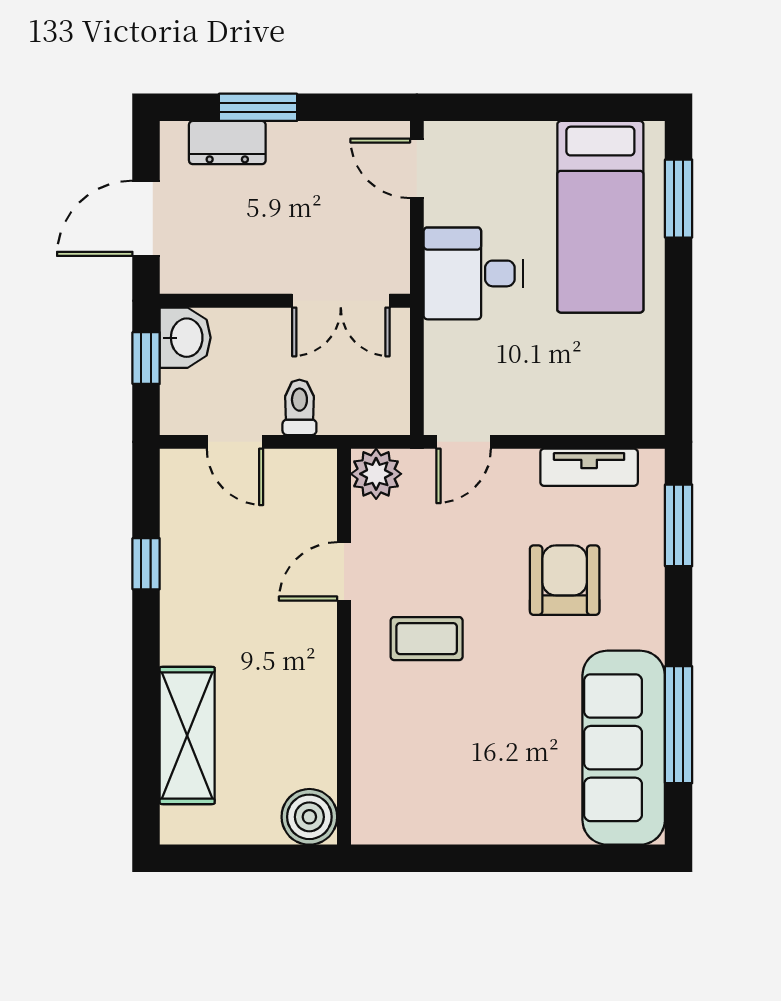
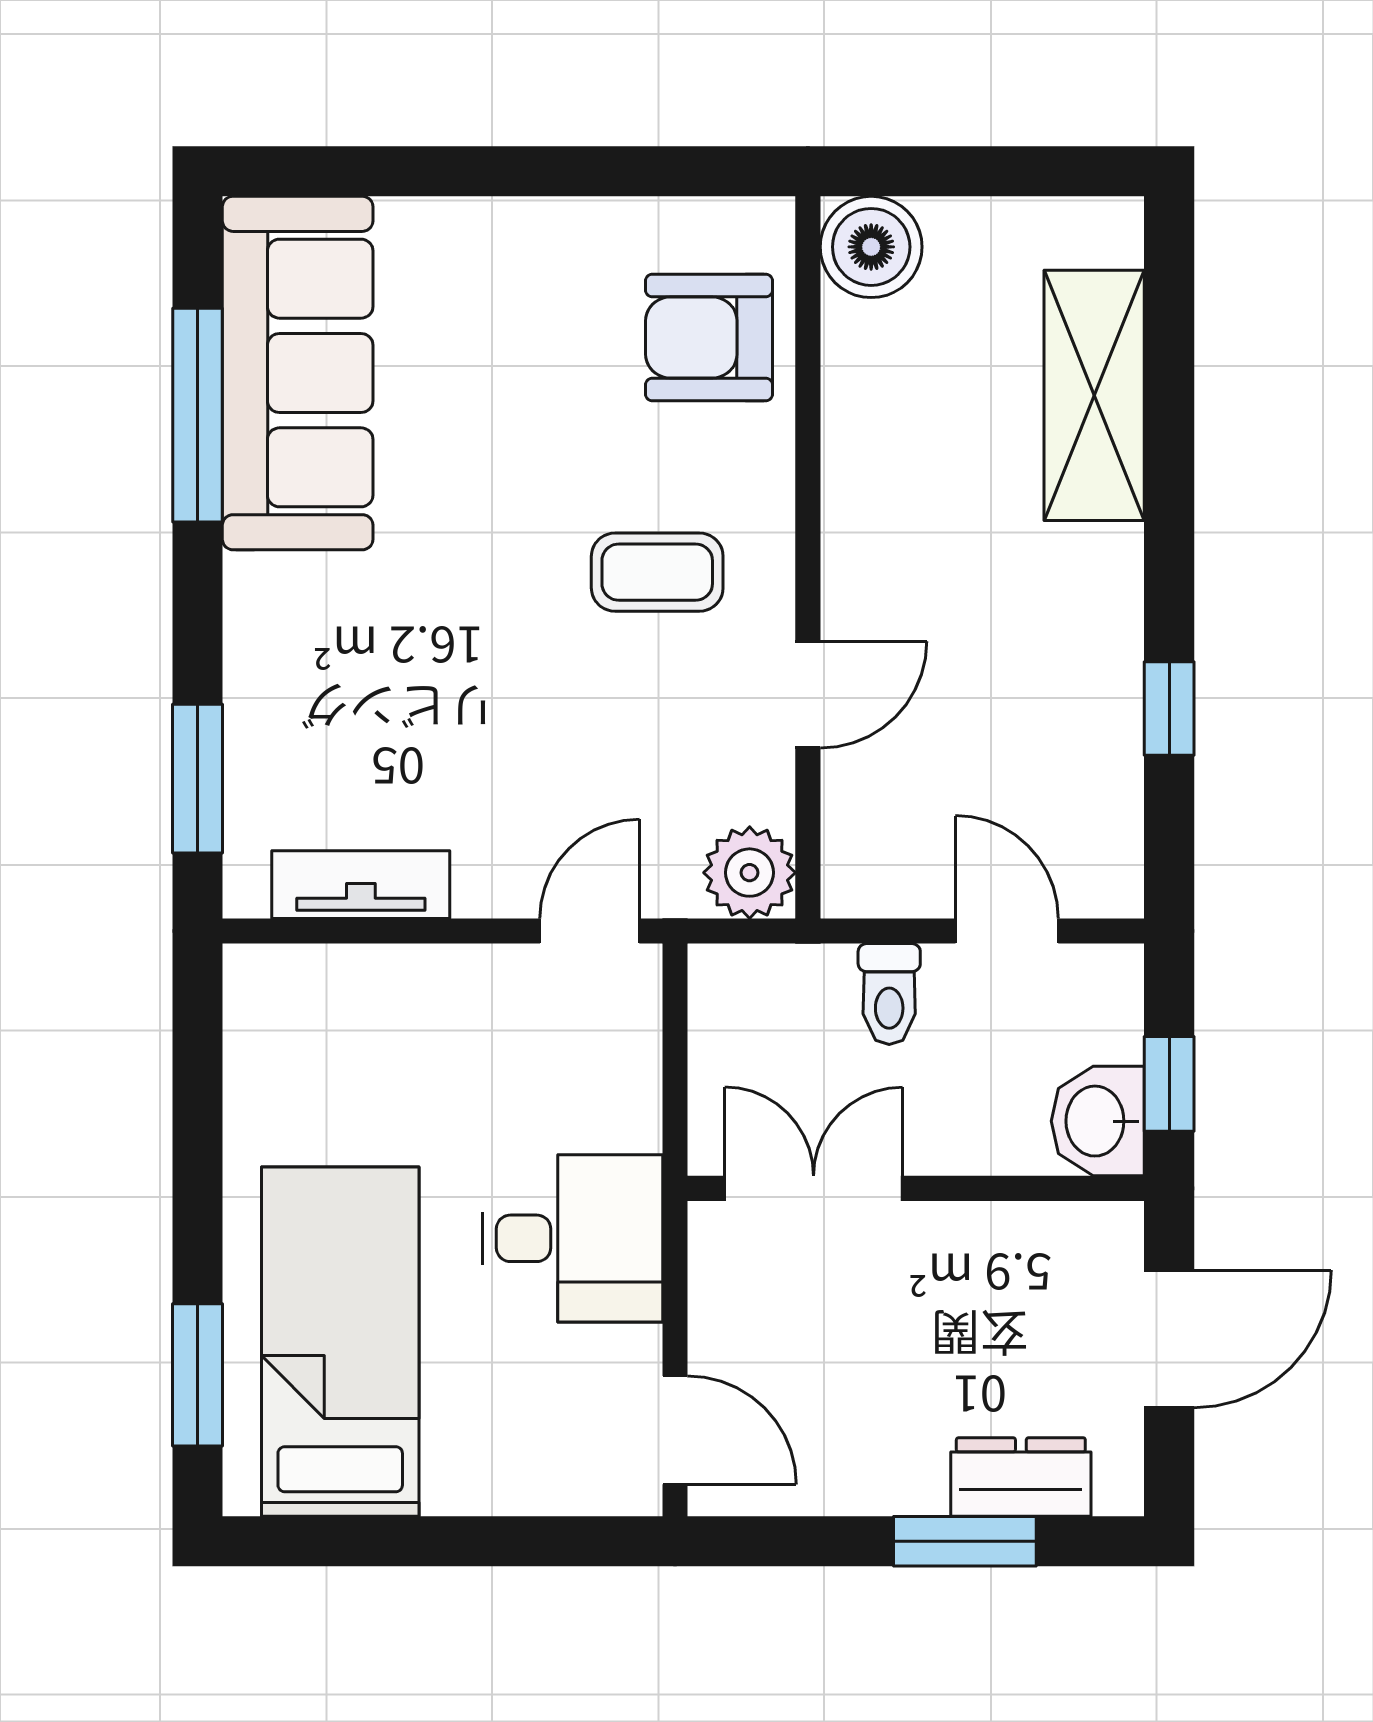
armchair: (565, 580) -> (709, 338), moved, turned 90

